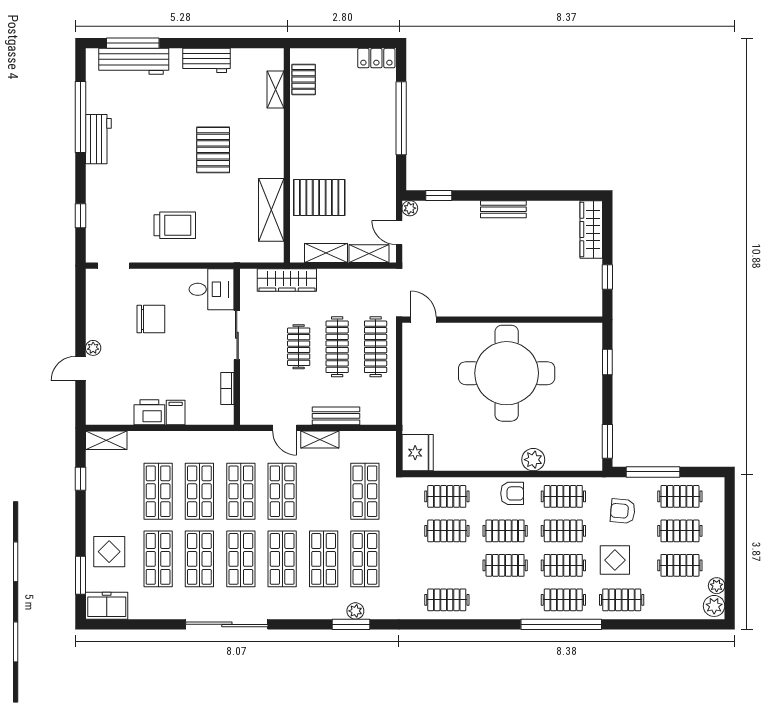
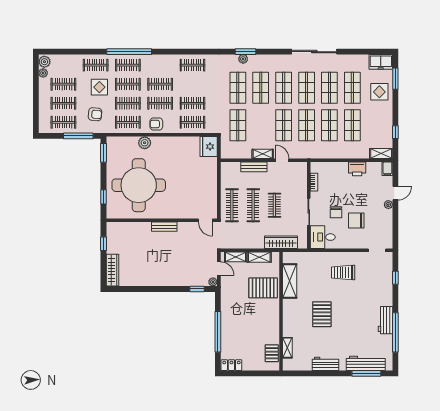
bench: (503, 209) -> (164, 227), moved
chair: (188, 334) -> (336, 212), added
round table: (507, 373) -> (139, 185), moved
filing cabinet: (176, 412) -> (387, 169), moved

